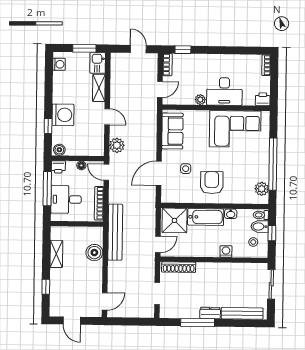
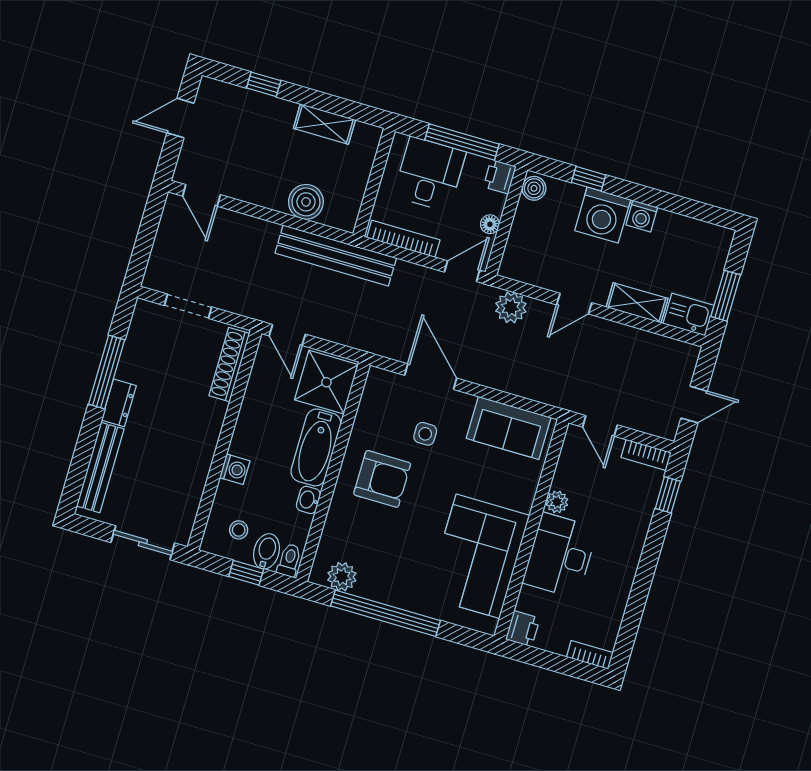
washing machine: (59, 64) -> (642, 216), moved

